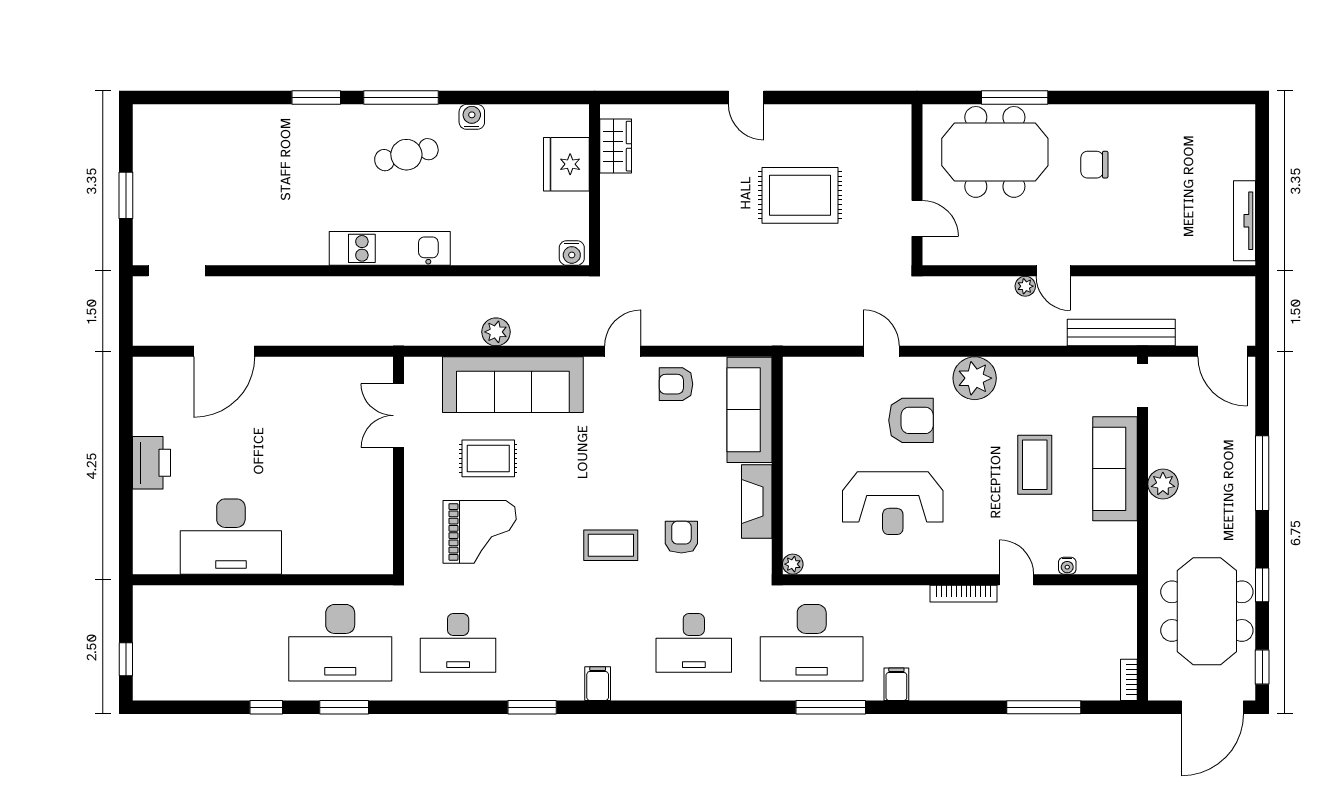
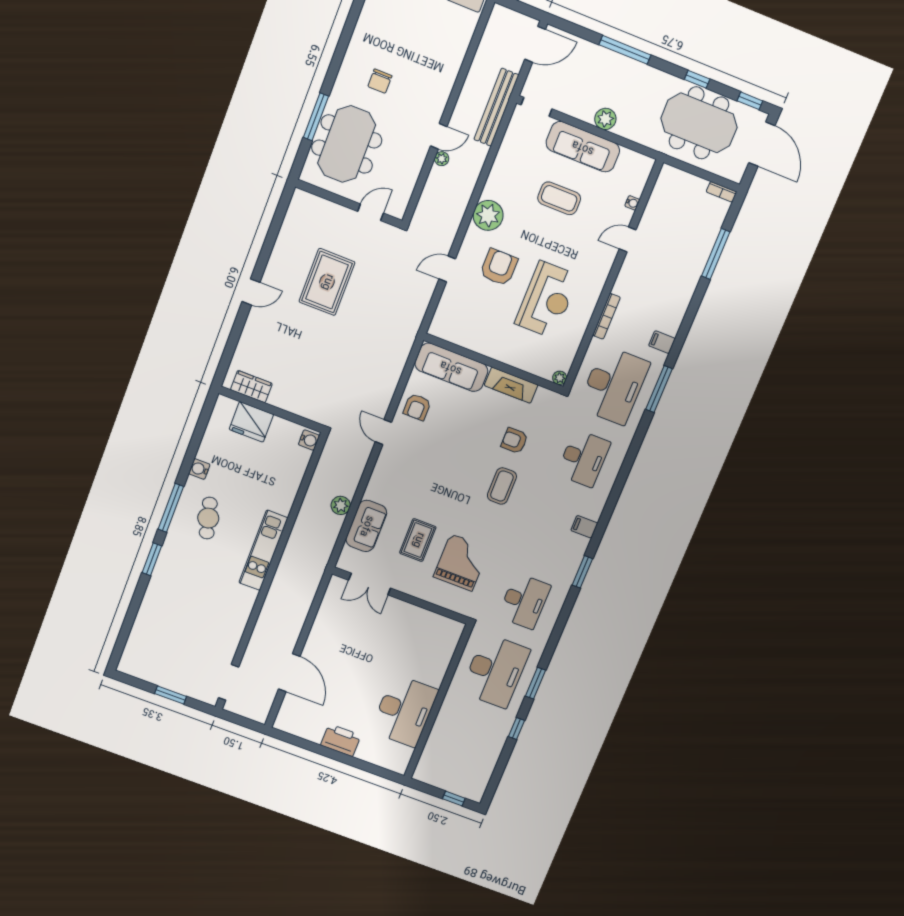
sofa: (513, 385) -> (366, 526), width x0.54, depth x0.79
bookcase: (964, 594) -> (606, 316), moved

